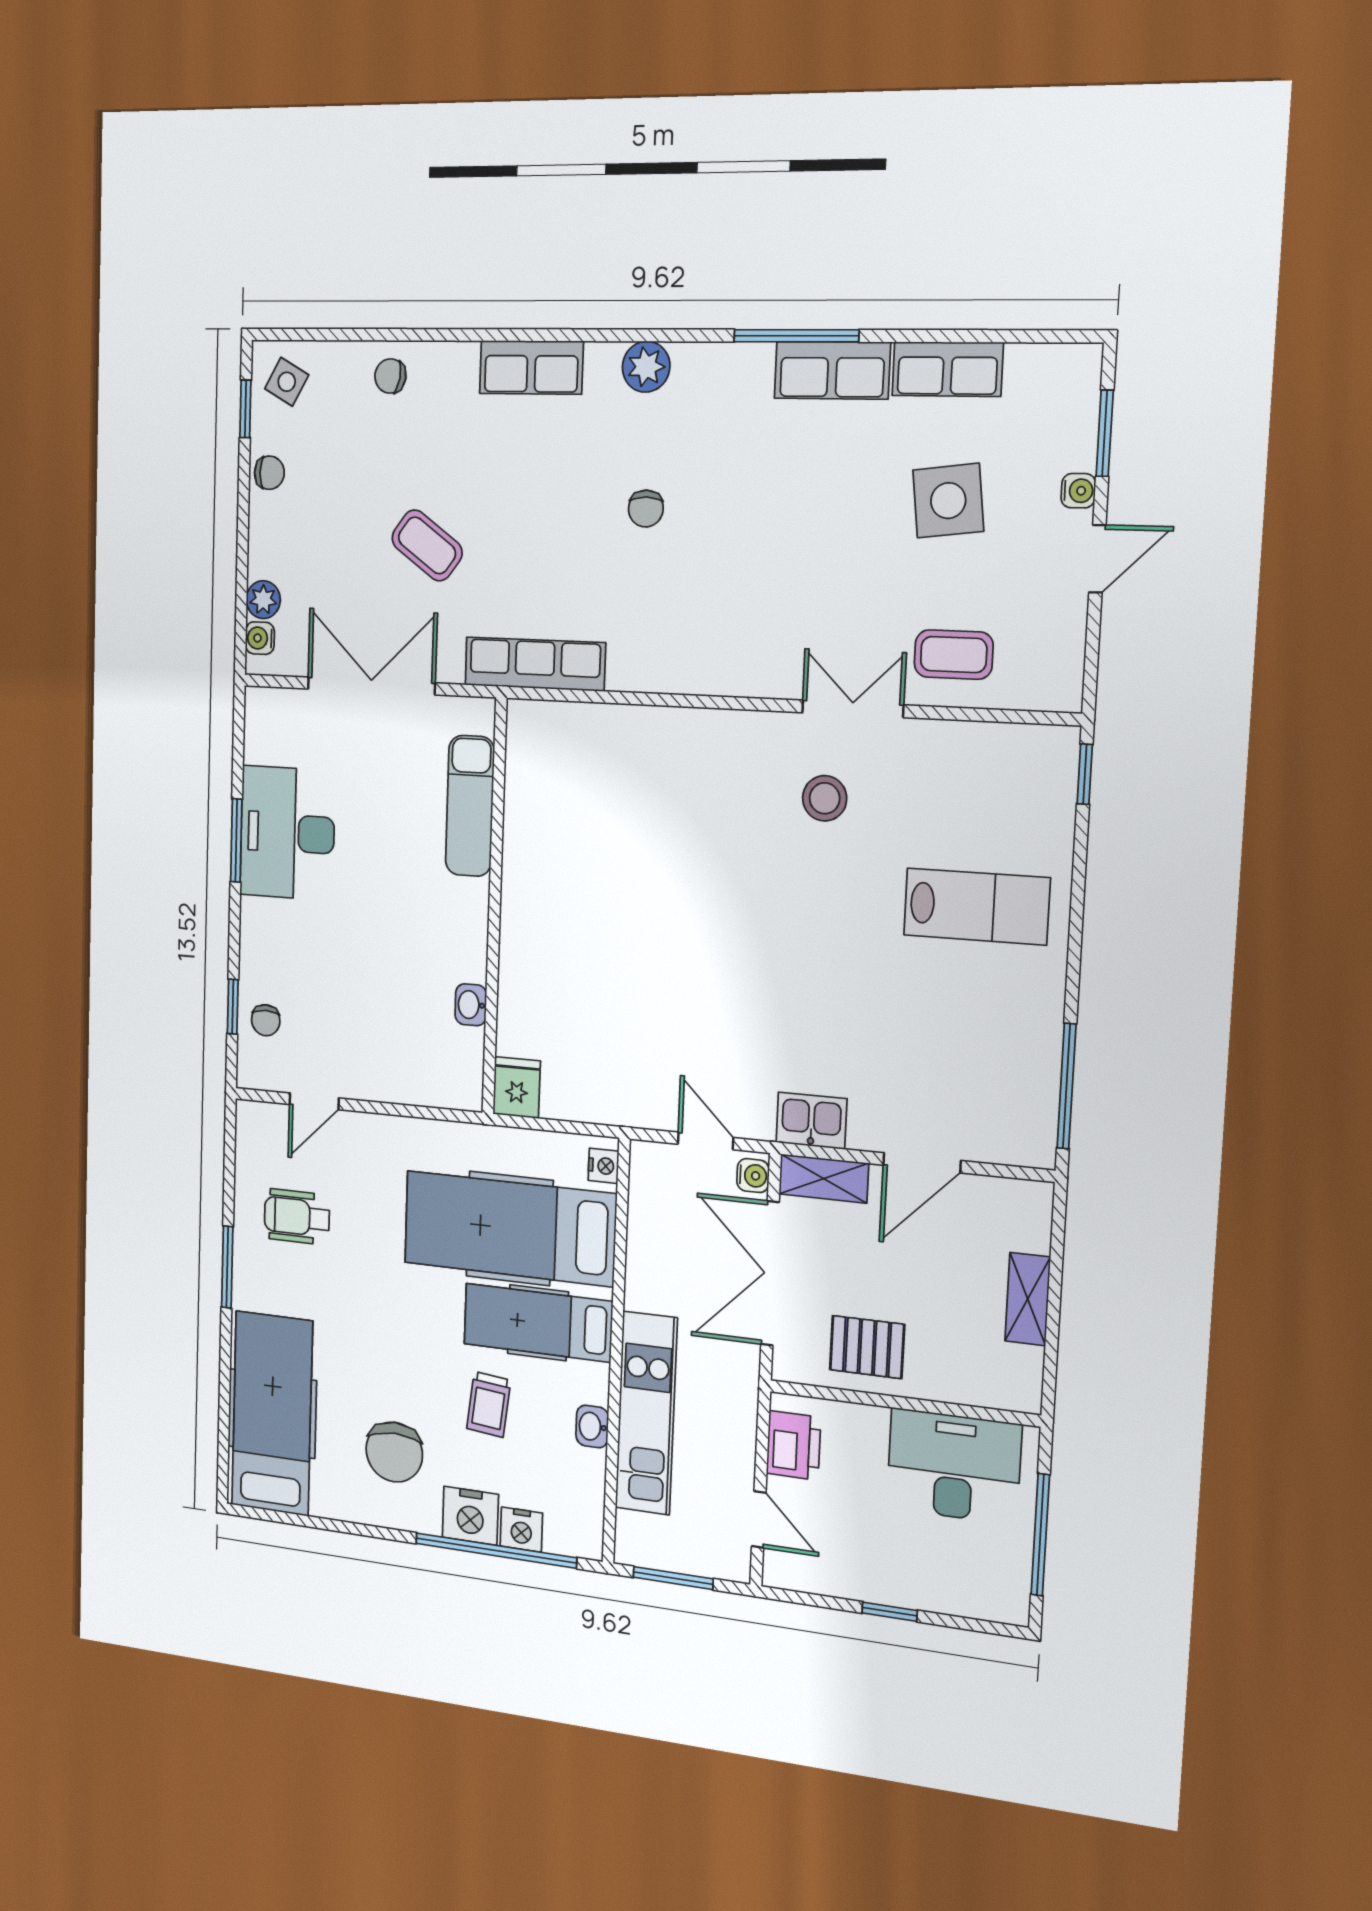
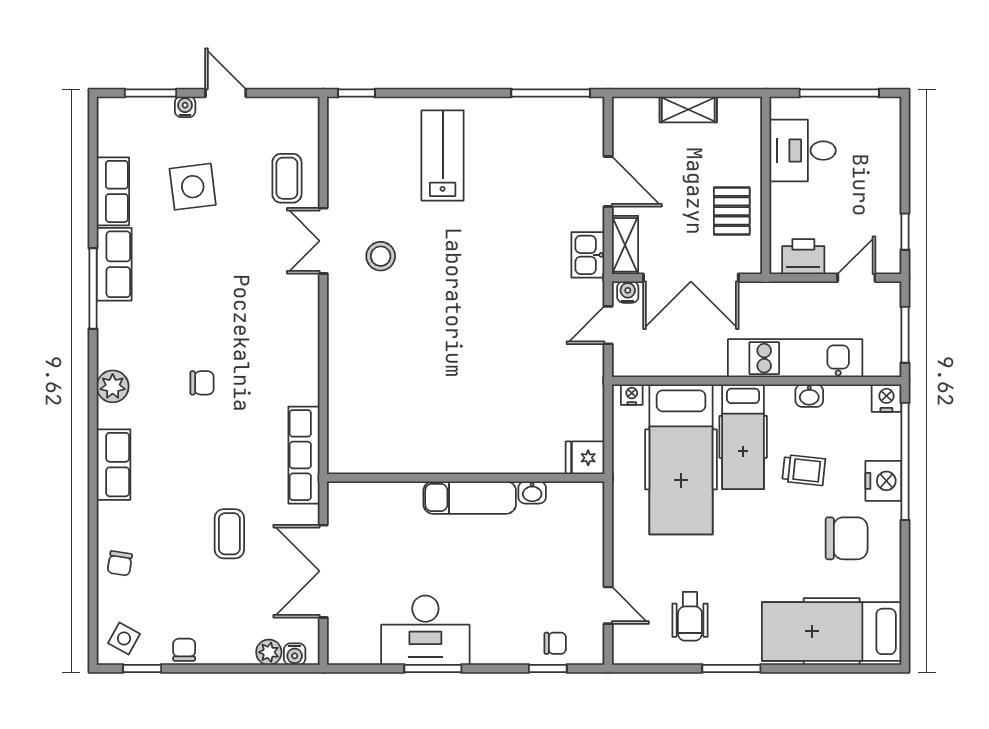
coffee table: (427, 545) -> (229, 534), turned -36
exam couch: (470, 806) -> (470, 498), moved
desk: (954, 1466) -> (803, 151), width x0.73
nightstand: (521, 1530) -> (886, 398), moved, turned -90
window: (890, 1612) -> (905, 232), moved

